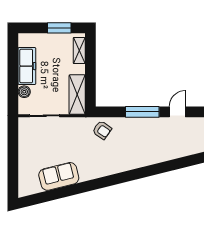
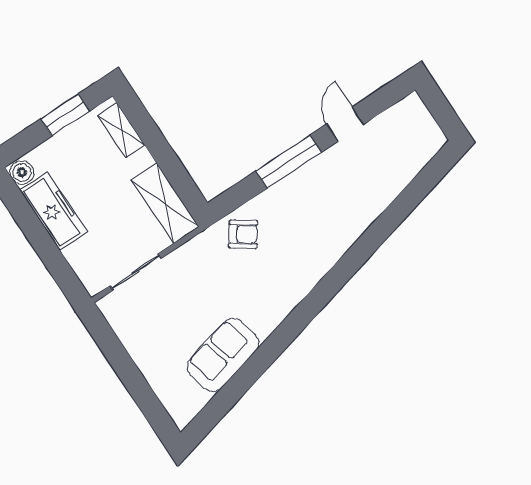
boiler: (24, 92) -> (22, 172), moved

